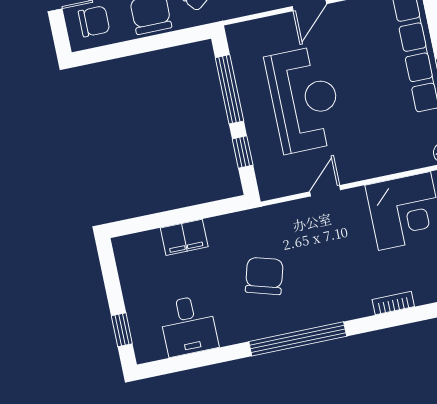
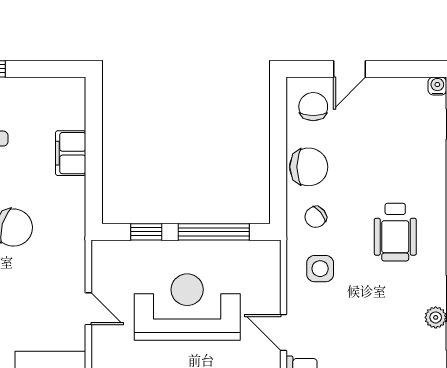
chair: (94, 21) -> (313, 107), turned 180
reception desk: (304, 99) -> (187, 307), turned 180

